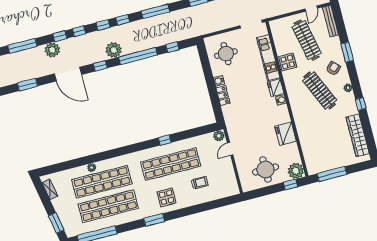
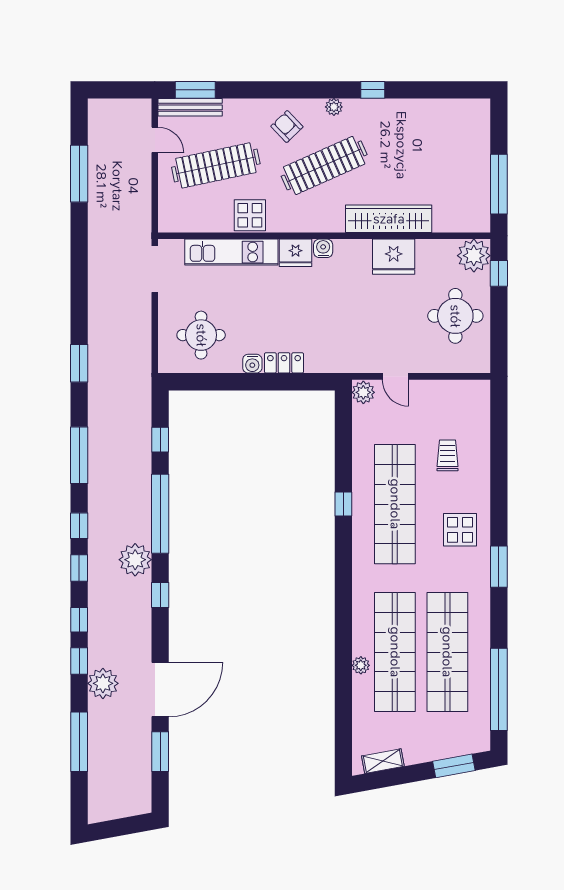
window: (347, 52) -> (195, 90), moved
door: (68, 74) -> (160, 690), moved
wardrobe: (358, 135) -> (389, 219), moved, turned 180

